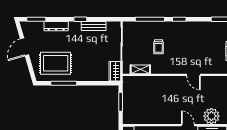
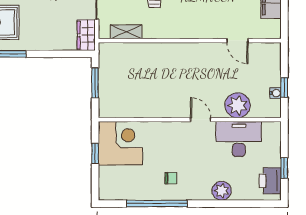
door: (194, 75) -> (237, 41), moved

